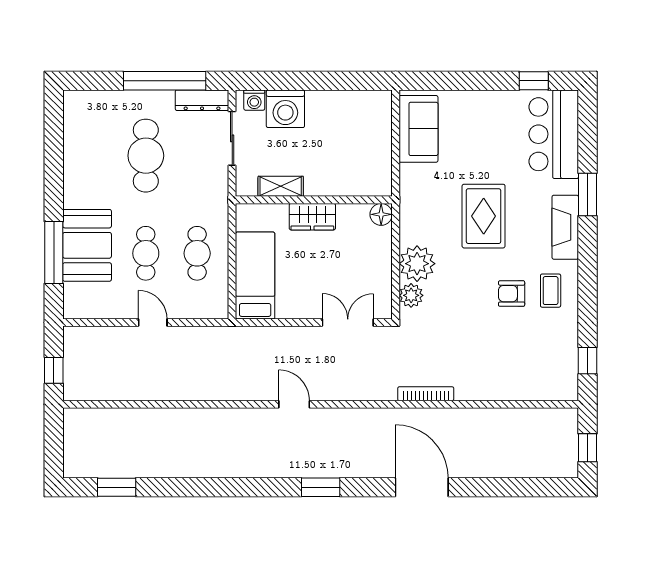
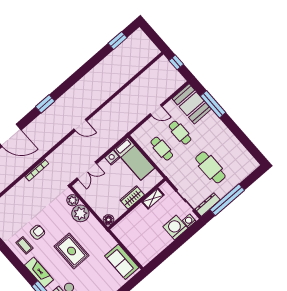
booth: (87, 245) -> (192, 104), moved
nightstand: (289, 308) -> (112, 158), added

